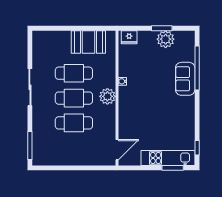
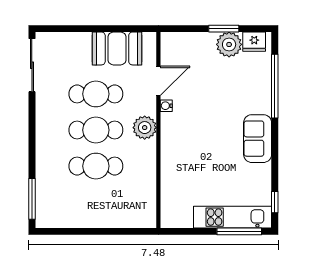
fridge: (129, 37) -> (254, 42), moved
sofa: (185, 79) -> (258, 139), moved
sliding door: (30, 87) -> (32, 65), moved
door: (117, 150) -> (158, 81), moved
window: (173, 168) -> (239, 231), width x1.44

